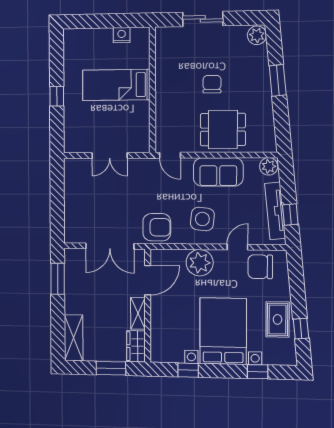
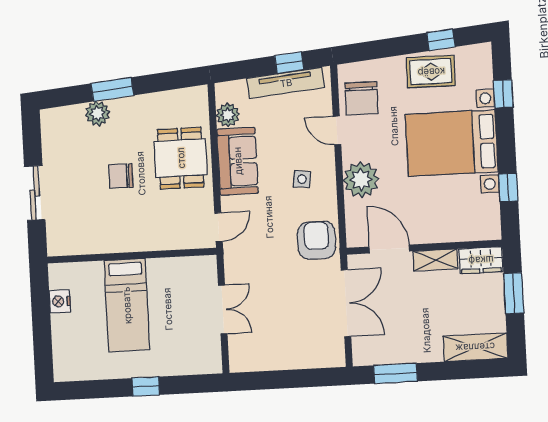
plant: (257, 35) -> (97, 113), moved
plant: (269, 166) -> (228, 115), moved
side table: (202, 219) -> (302, 179), width x0.54, depth x0.54

